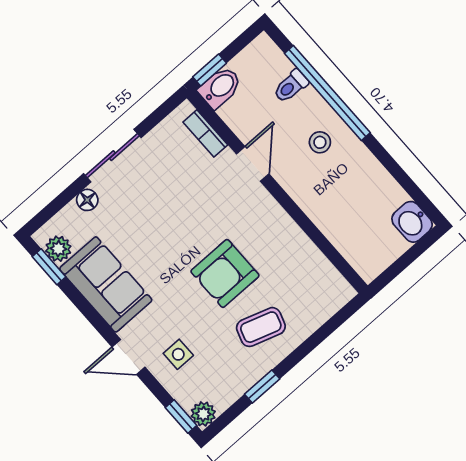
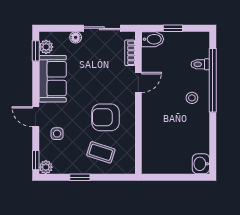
bidet: (220, 87) -> (153, 39), moved
bookcase: (205, 133) -> (130, 53), moved
door: (253, 164) -> (138, 82), moved
wall: (277, 192) -> (138, 103), moved

